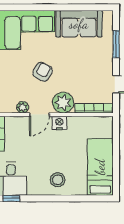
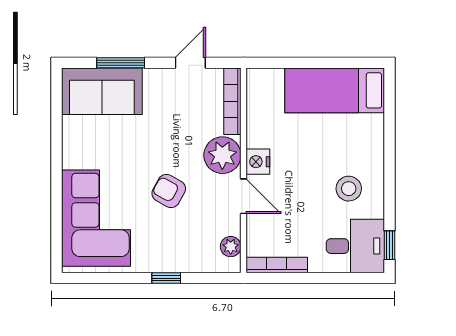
sofa: (79, 24) -> (102, 91), moved, turned 90
plant: (23, 107) -> (231, 247), moved
stool: (58, 180) -> (349, 189), moved

